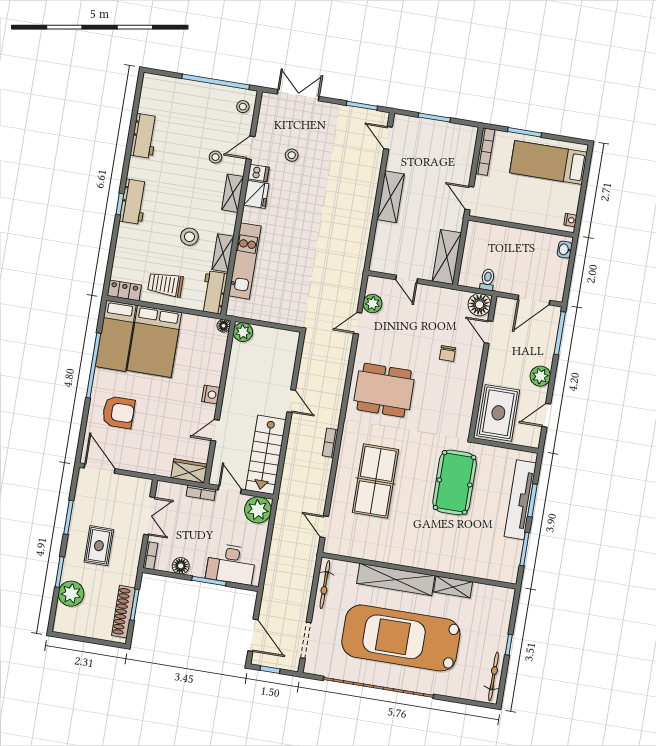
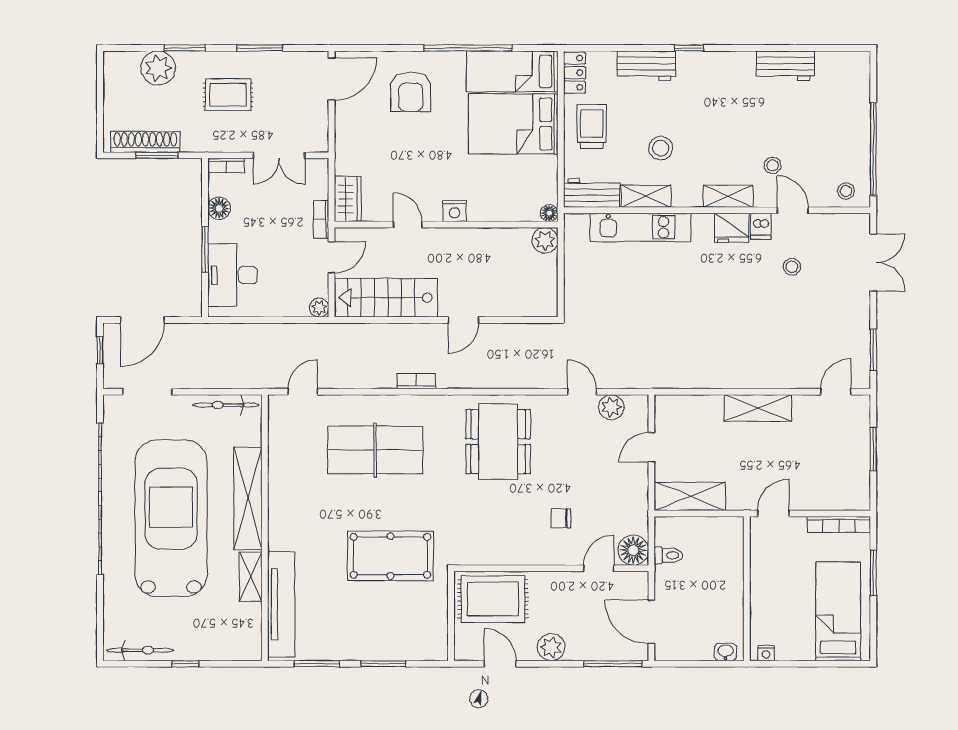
workbench: (134, 202) -> (646, 66), moved
tv unit: (520, 500) -> (281, 604), moved, turned 90
plant: (258, 510) -> (319, 308), width x0.53, depth x0.53

